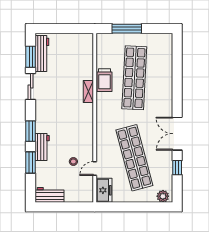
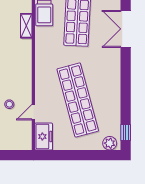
double door: (177, 134) -> (126, 29), moved
window: (177, 168) -> (126, 132), moved

